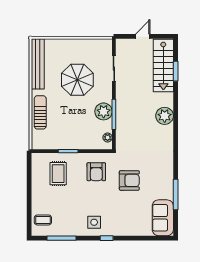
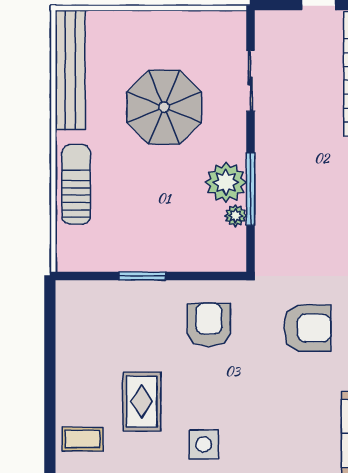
plant: (108, 137) -> (236, 216), moved
armchair: (96, 172) -> (209, 325), turned 180
rug: (58, 174) -> (142, 402), moved
armchair: (129, 180) -> (308, 328), moved

